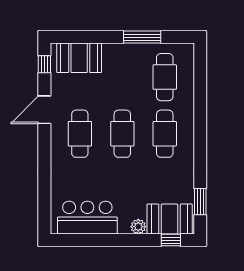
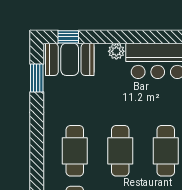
plant: (138, 227) -> (116, 51), moved

